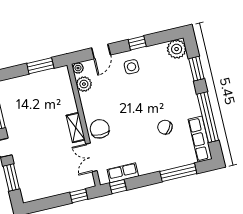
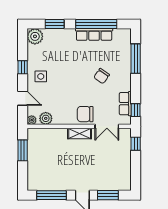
chair: (165, 127) -> (102, 76), moved
row of seats: (200, 139) -> (94, 34), moved

